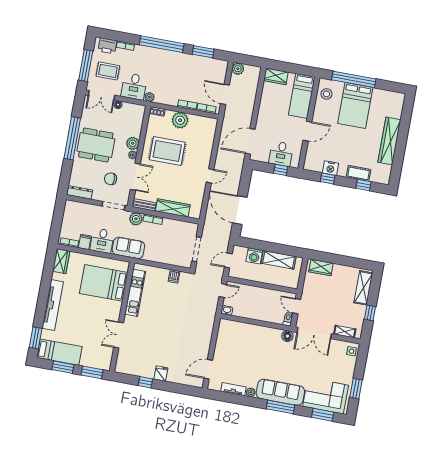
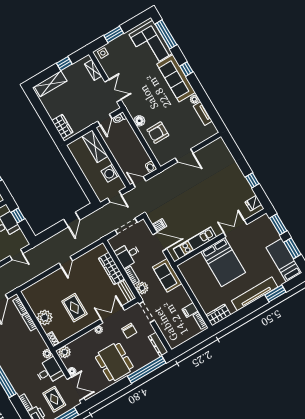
window: (72, 138) -> (147, 370), moved
door: (250, 141) -> (16, 255), width x0.53
plant: (133, 143) -> (65, 352), moved
rug: (167, 151) -> (74, 308), width x0.73, depth x0.70
door: (210, 176) -> (66, 262), swing flipped
door: (240, 210) -> (72, 220), width x0.53
desk: (102, 241) -> (128, 255), moved, turned 180
washing machine: (254, 256) -> (110, 173), moved, turned 180
shelving: (279, 260) -> (95, 146), moved
door: (161, 265) -> (160, 242), added
bed: (104, 283) -> (223, 262), moved
double door: (314, 333) -> (113, 91), width x0.73
double door: (119, 335) -> (235, 229), swing flipped
floor lamp: (287, 336) -> (139, 121), moved
window: (36, 338) -> (275, 293), moved
armchair: (249, 340) -> (158, 133), added
door: (208, 369) -> (184, 155), moved
fridge: (161, 374) -> (253, 203), moved
window: (356, 389) -> (114, 34), moved
window: (281, 407) -> (186, 69), width x0.46
window: (323, 415) -> (166, 34), width x1.44

